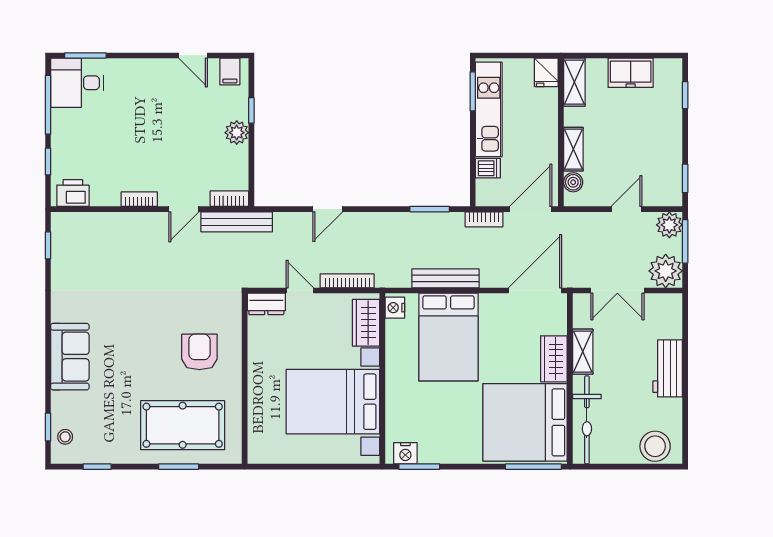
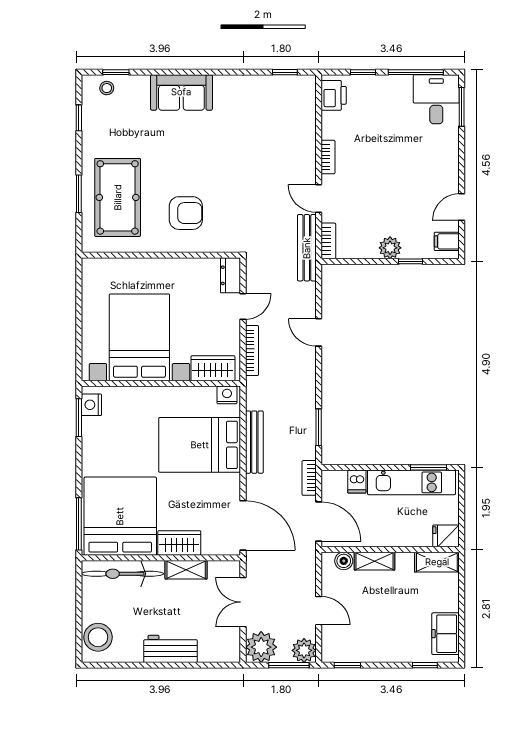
freezer: (631, 73) -> (446, 634), moved

